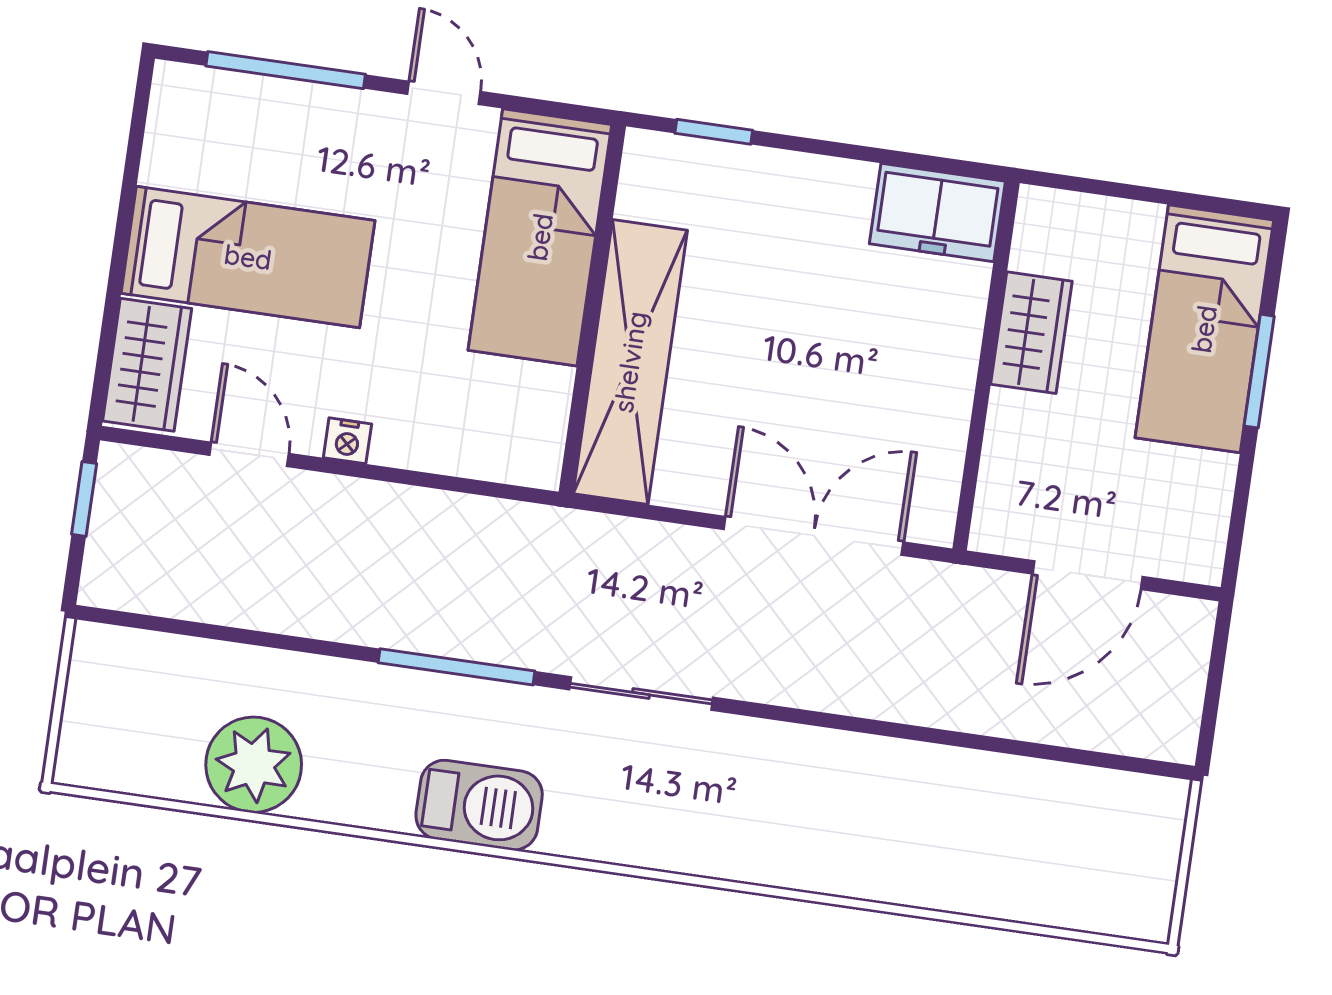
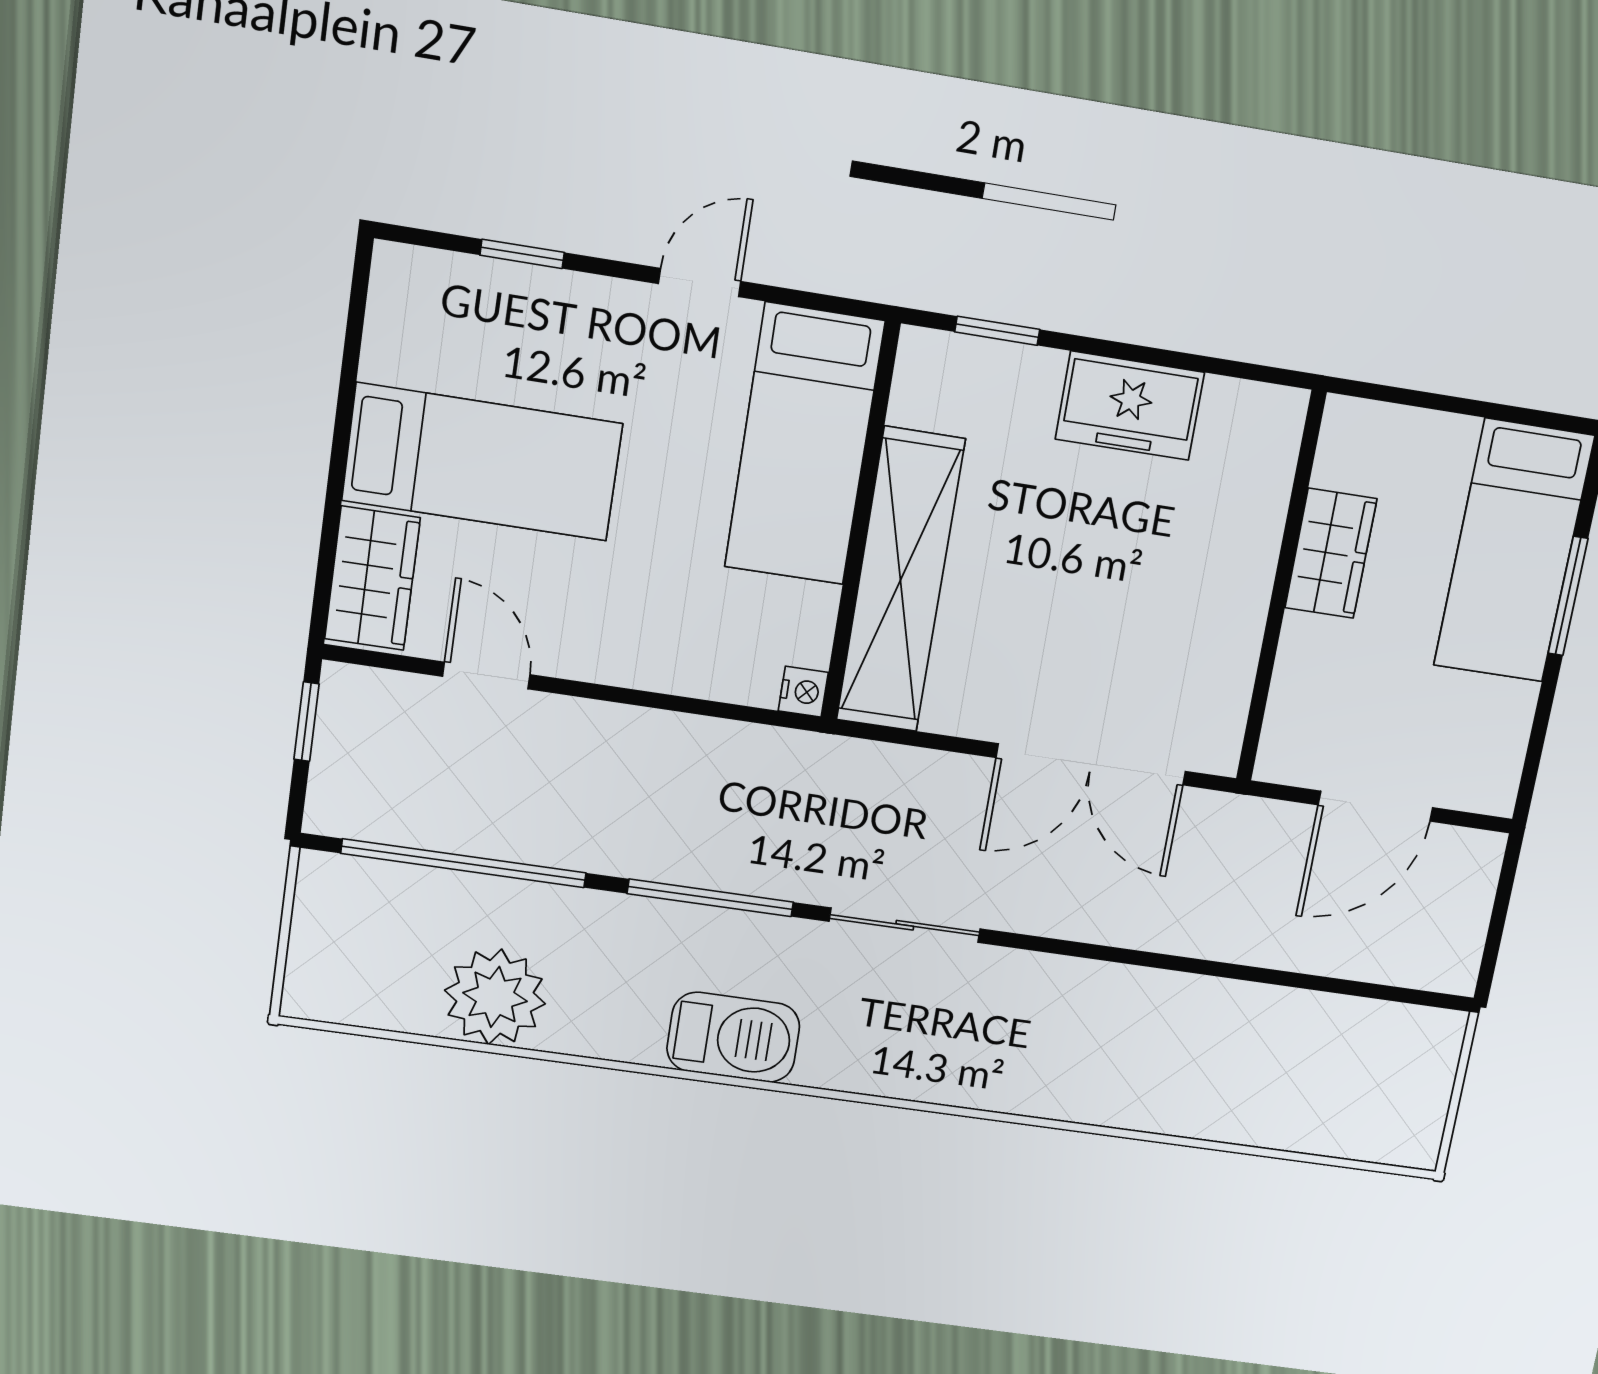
window: (286, 70) -> (522, 254), width x0.46
door: (444, 93) -> (700, 283), hinge flipped
freezer: (937, 212) -> (1130, 406), moved
nightstand: (347, 441) -> (803, 692), moved, turned -90
double door: (814, 536) -> (1091, 764), swing flipped
window: (226, 634) -> (464, 863), added

